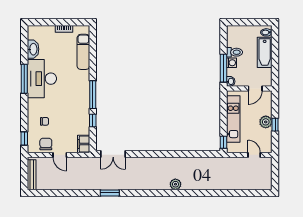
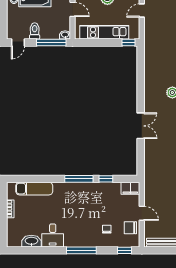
door: (223, 36) -> (18, 42), added
washing machine: (231, 63) -> (46, 34), removed
window: (24, 79) -> (81, 250), moved
desk: (42, 79) -> (53, 235), width x0.53, depth x0.77
double door: (113, 154) -> (141, 126), moved
door: (60, 155) -> (142, 213), hinge flipped

